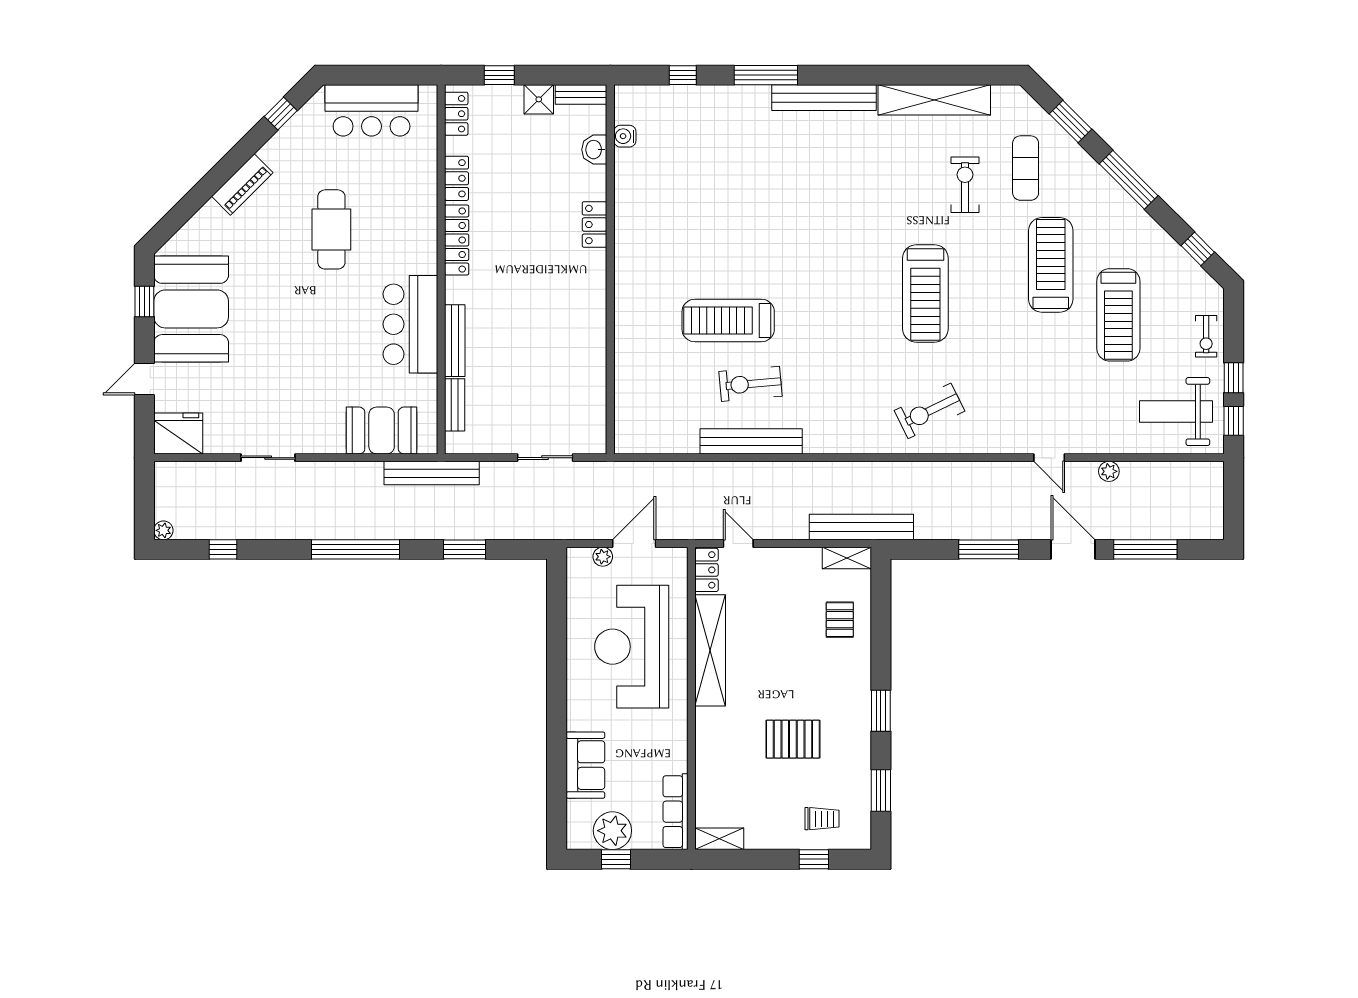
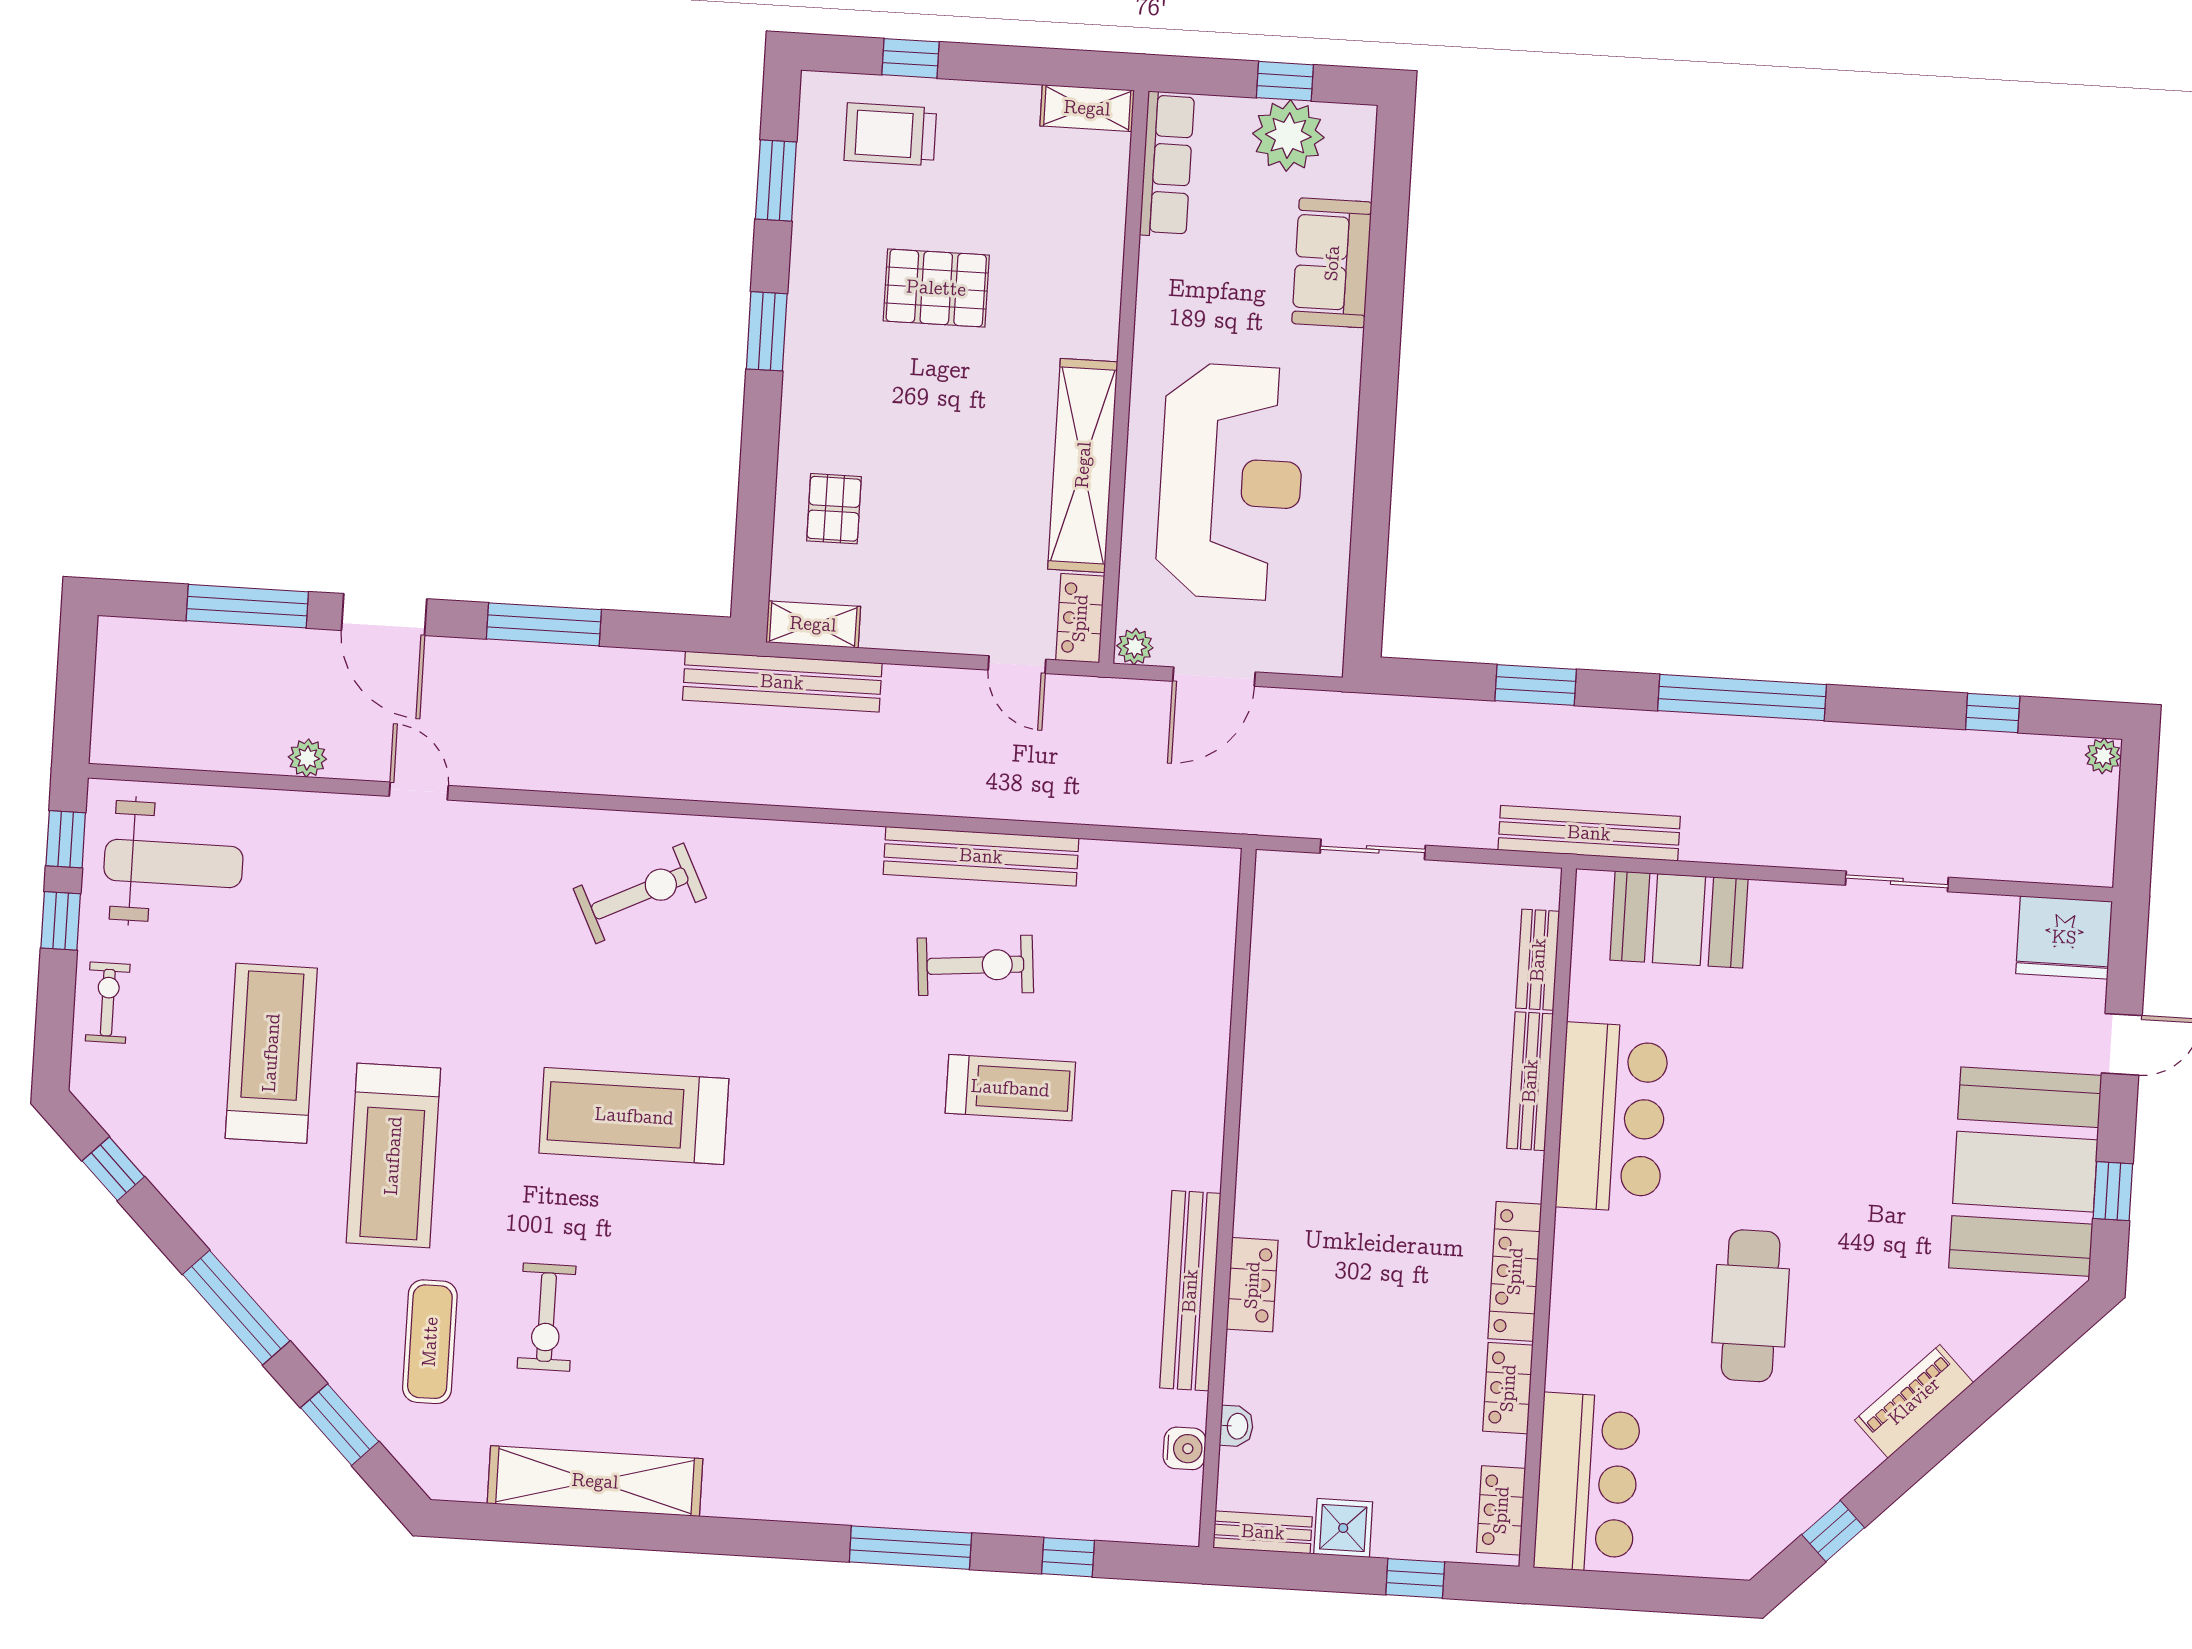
bench: (824, 98) -> (1190, 1291), moved, turned 90
bar counter: (372, 110) -> (1587, 1483), moved, turned 90
washbasin: (594, 150) -> (1237, 1426), width x0.72, depth x0.69
treadmill: (925, 293) -> (634, 1116), turned -90
treadmill: (728, 320) -> (1010, 1088), width x0.73, depth x0.73
plant: (603, 557) -> (1135, 647), moved
trolley: (822, 819) -> (890, 134), width x1.36, depth x1.39

